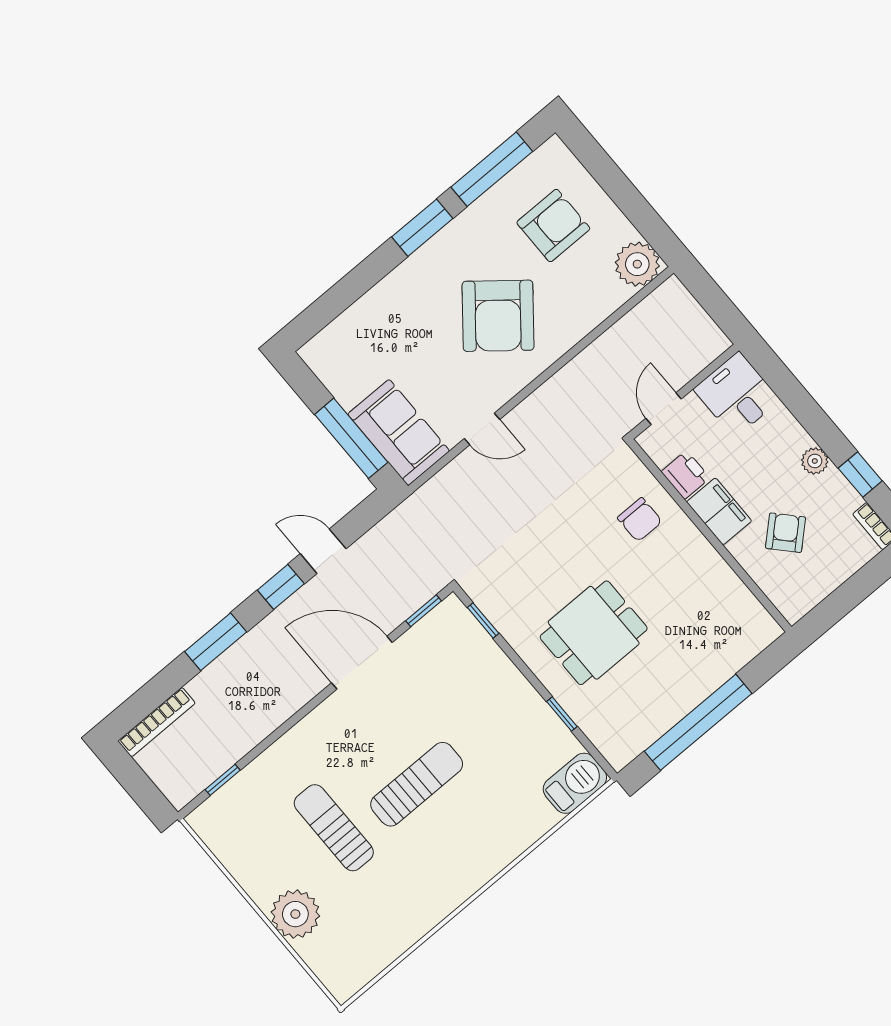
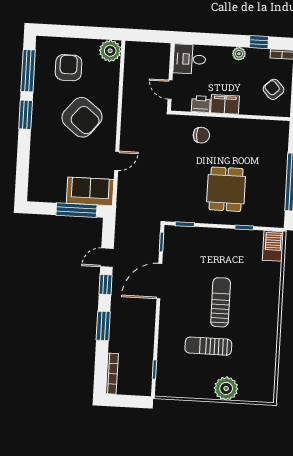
armchair: (785, 533) -> (273, 89), moved

